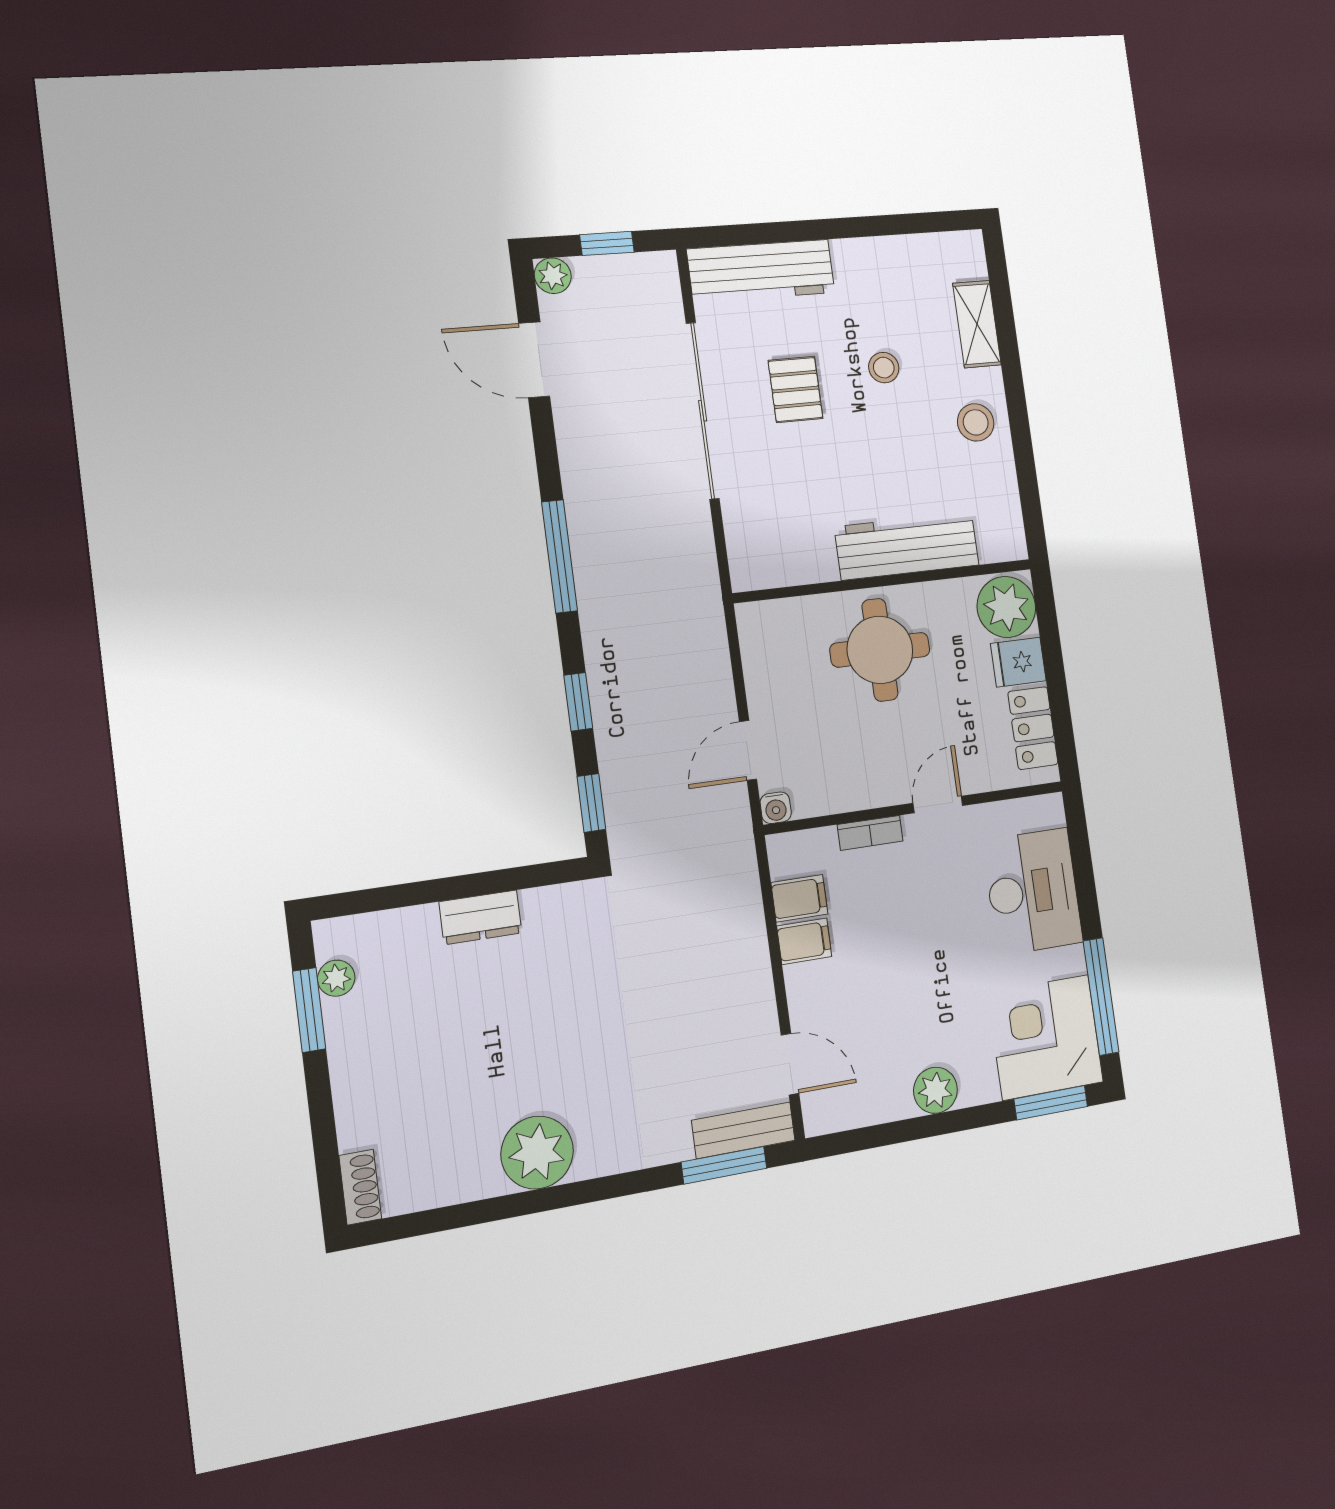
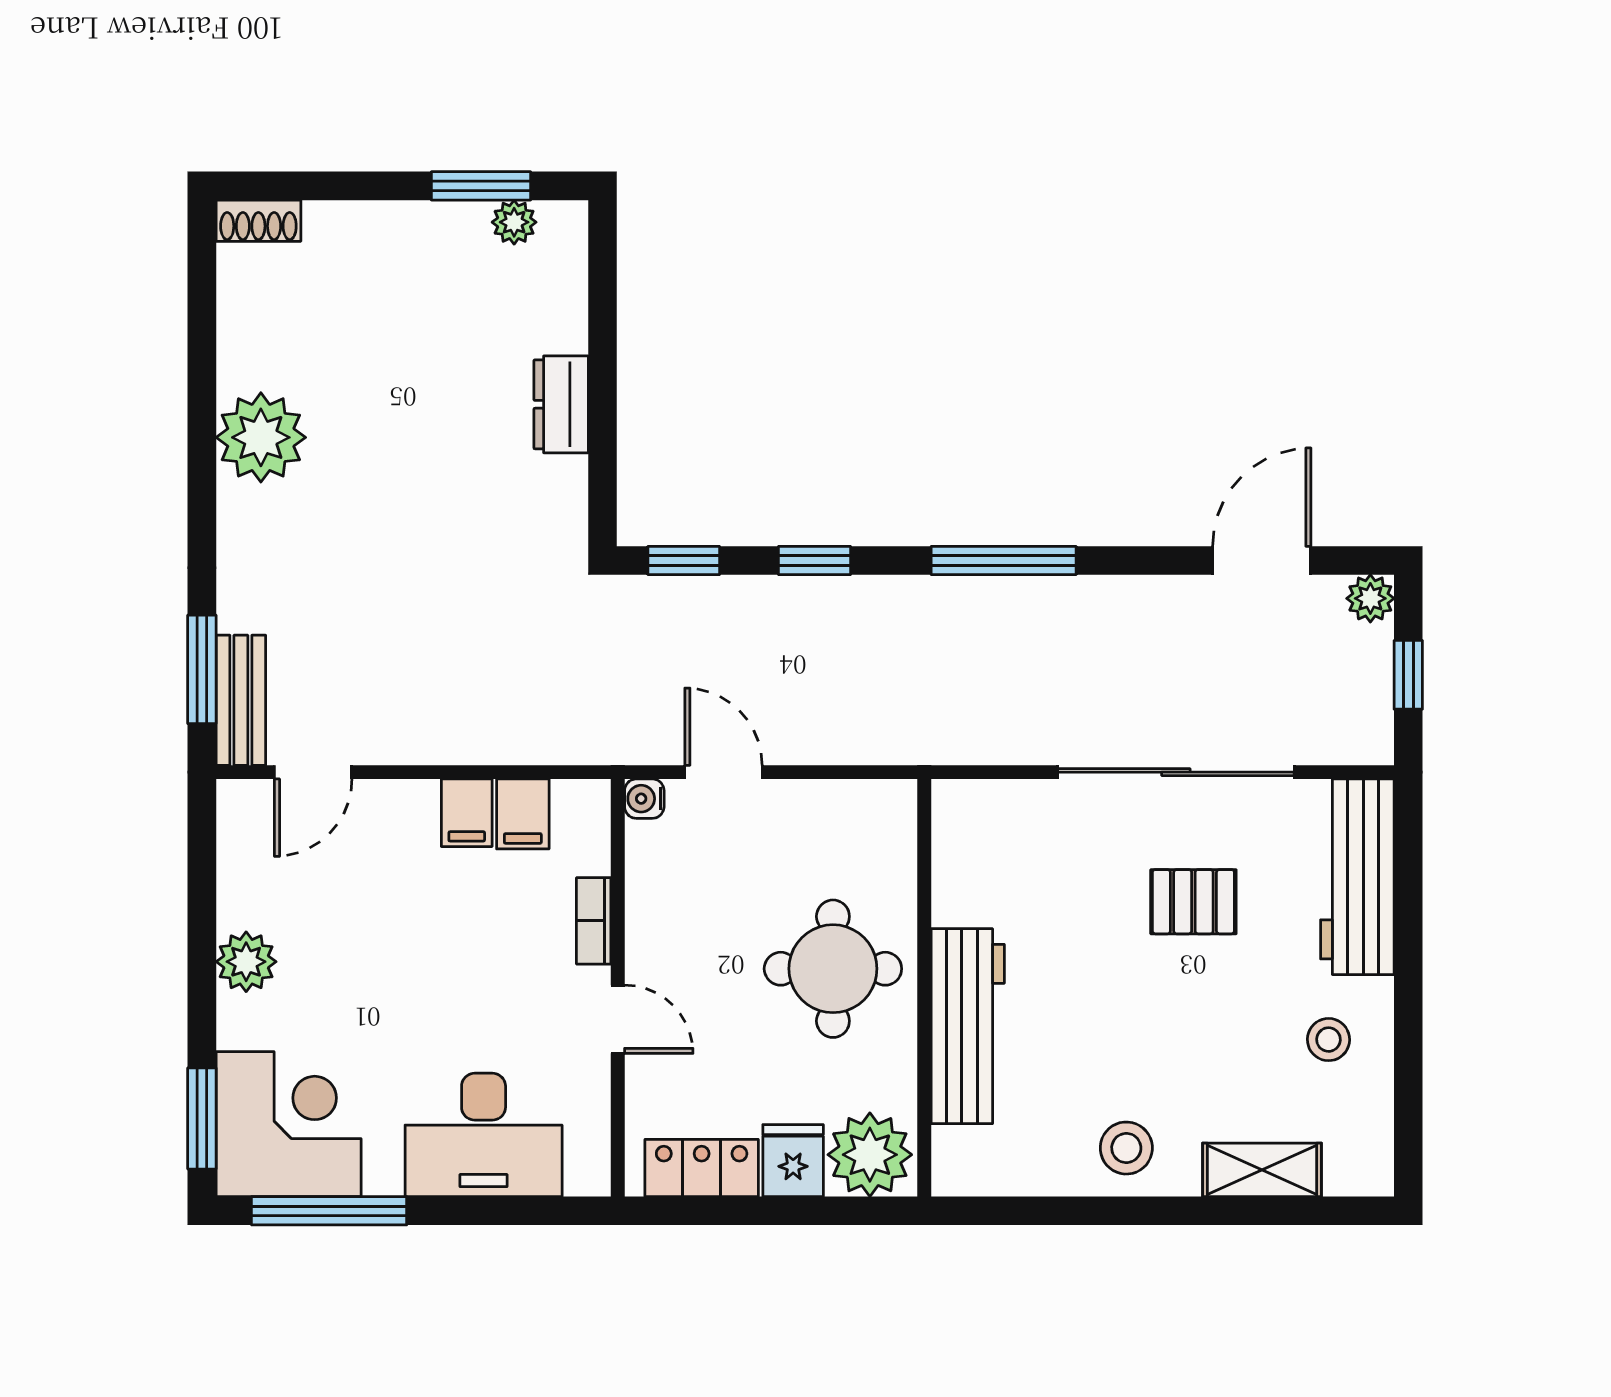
stool: (884, 368) -> (1328, 1040), moved

